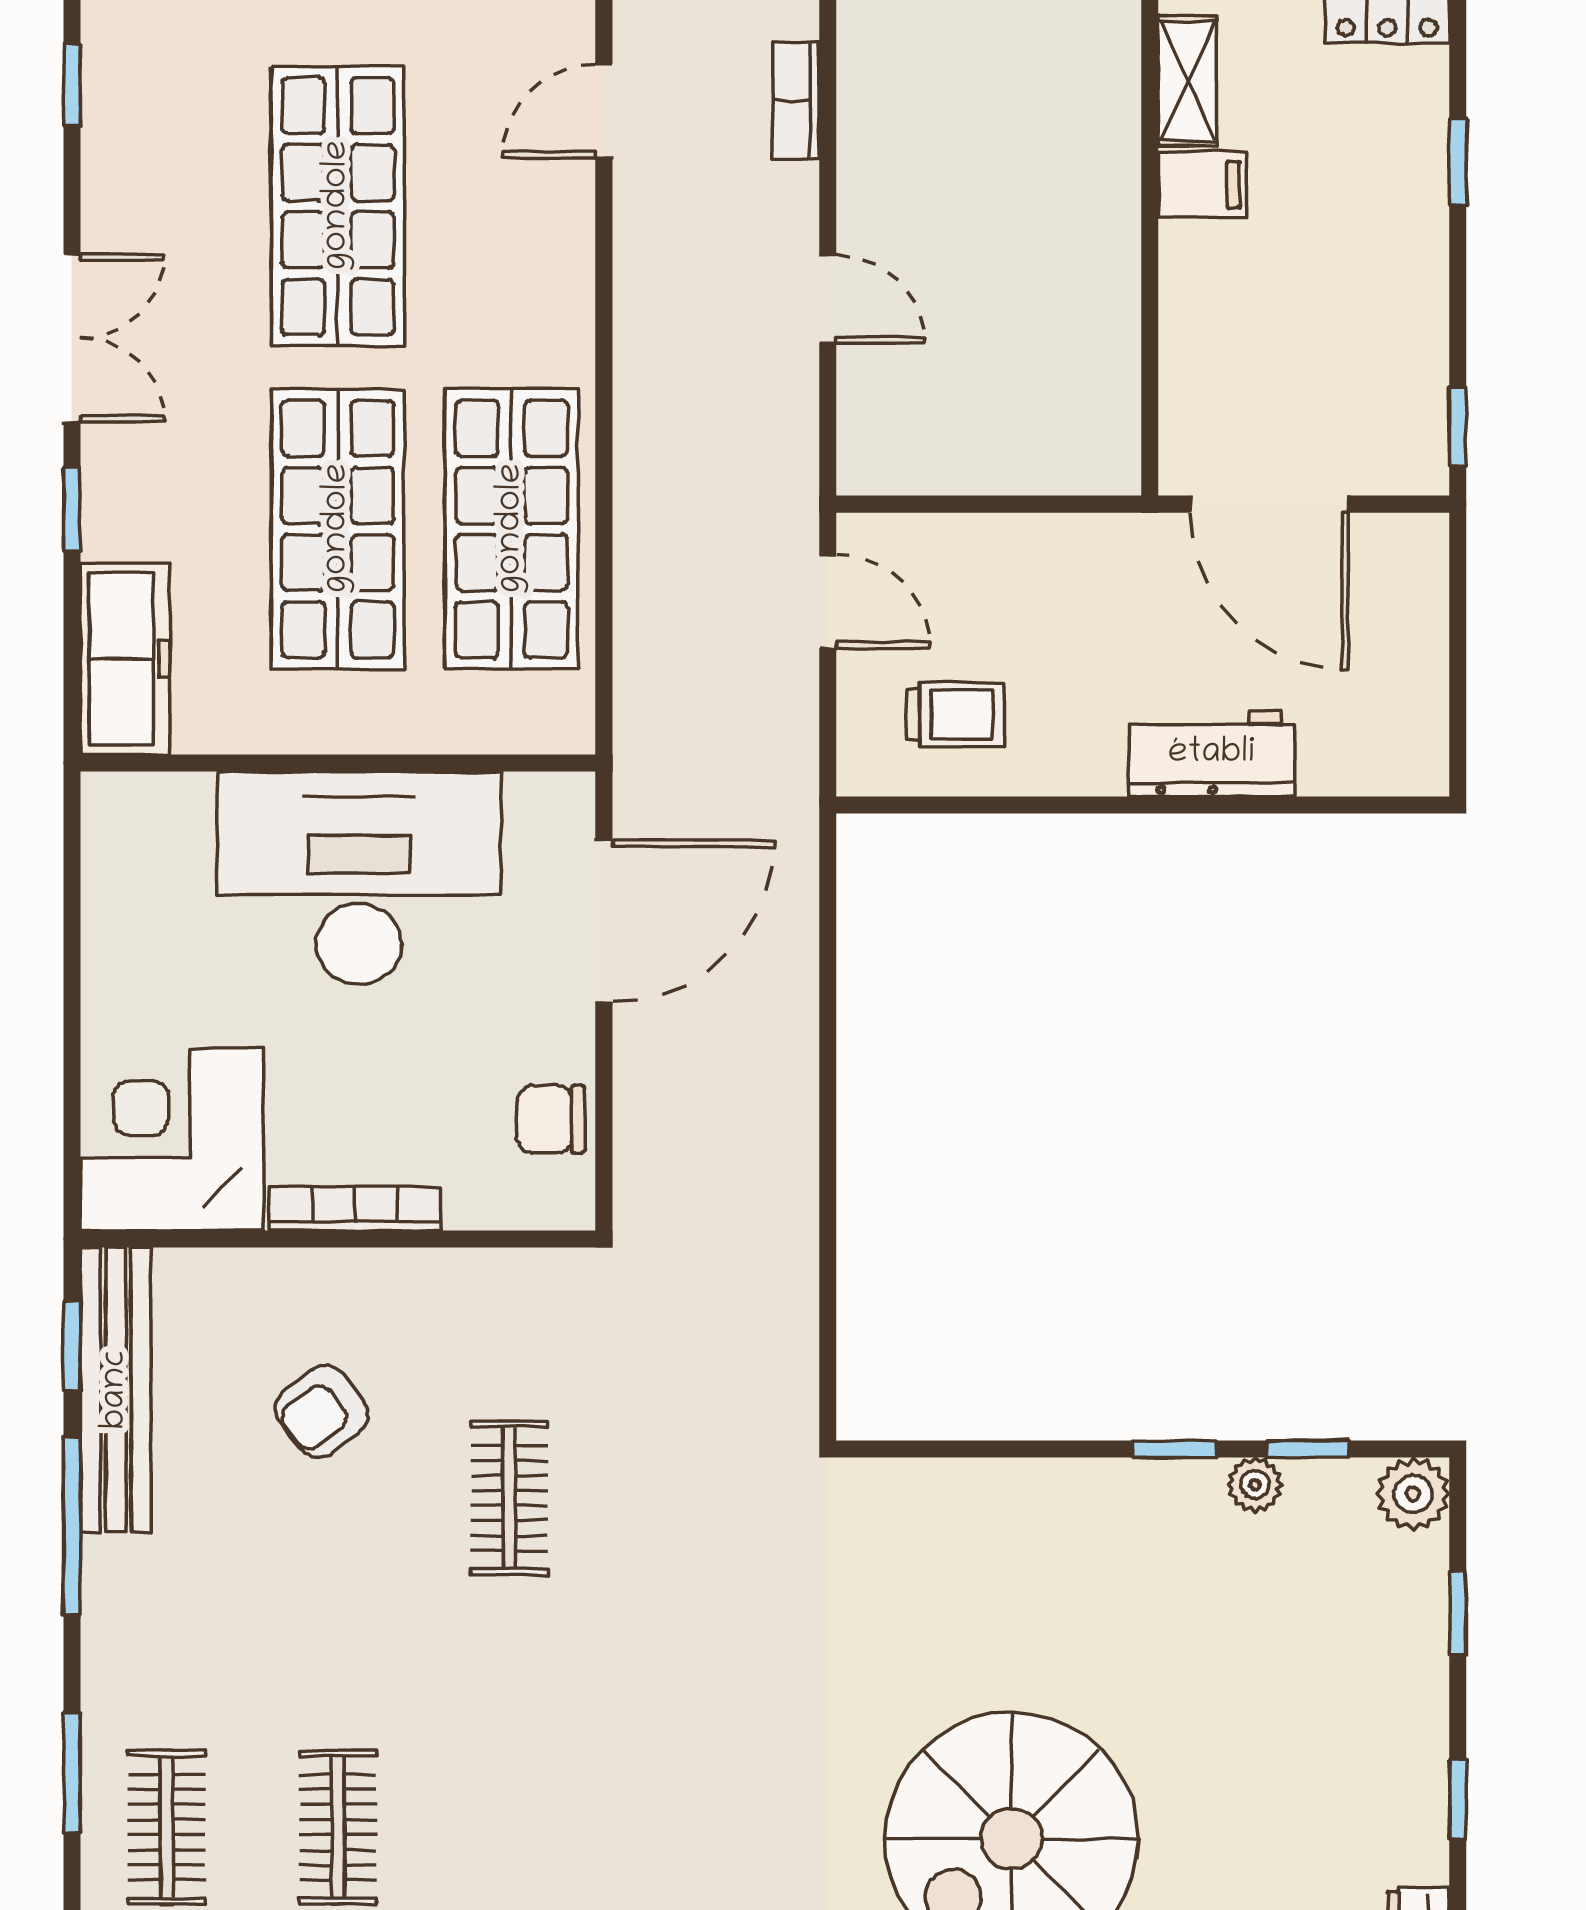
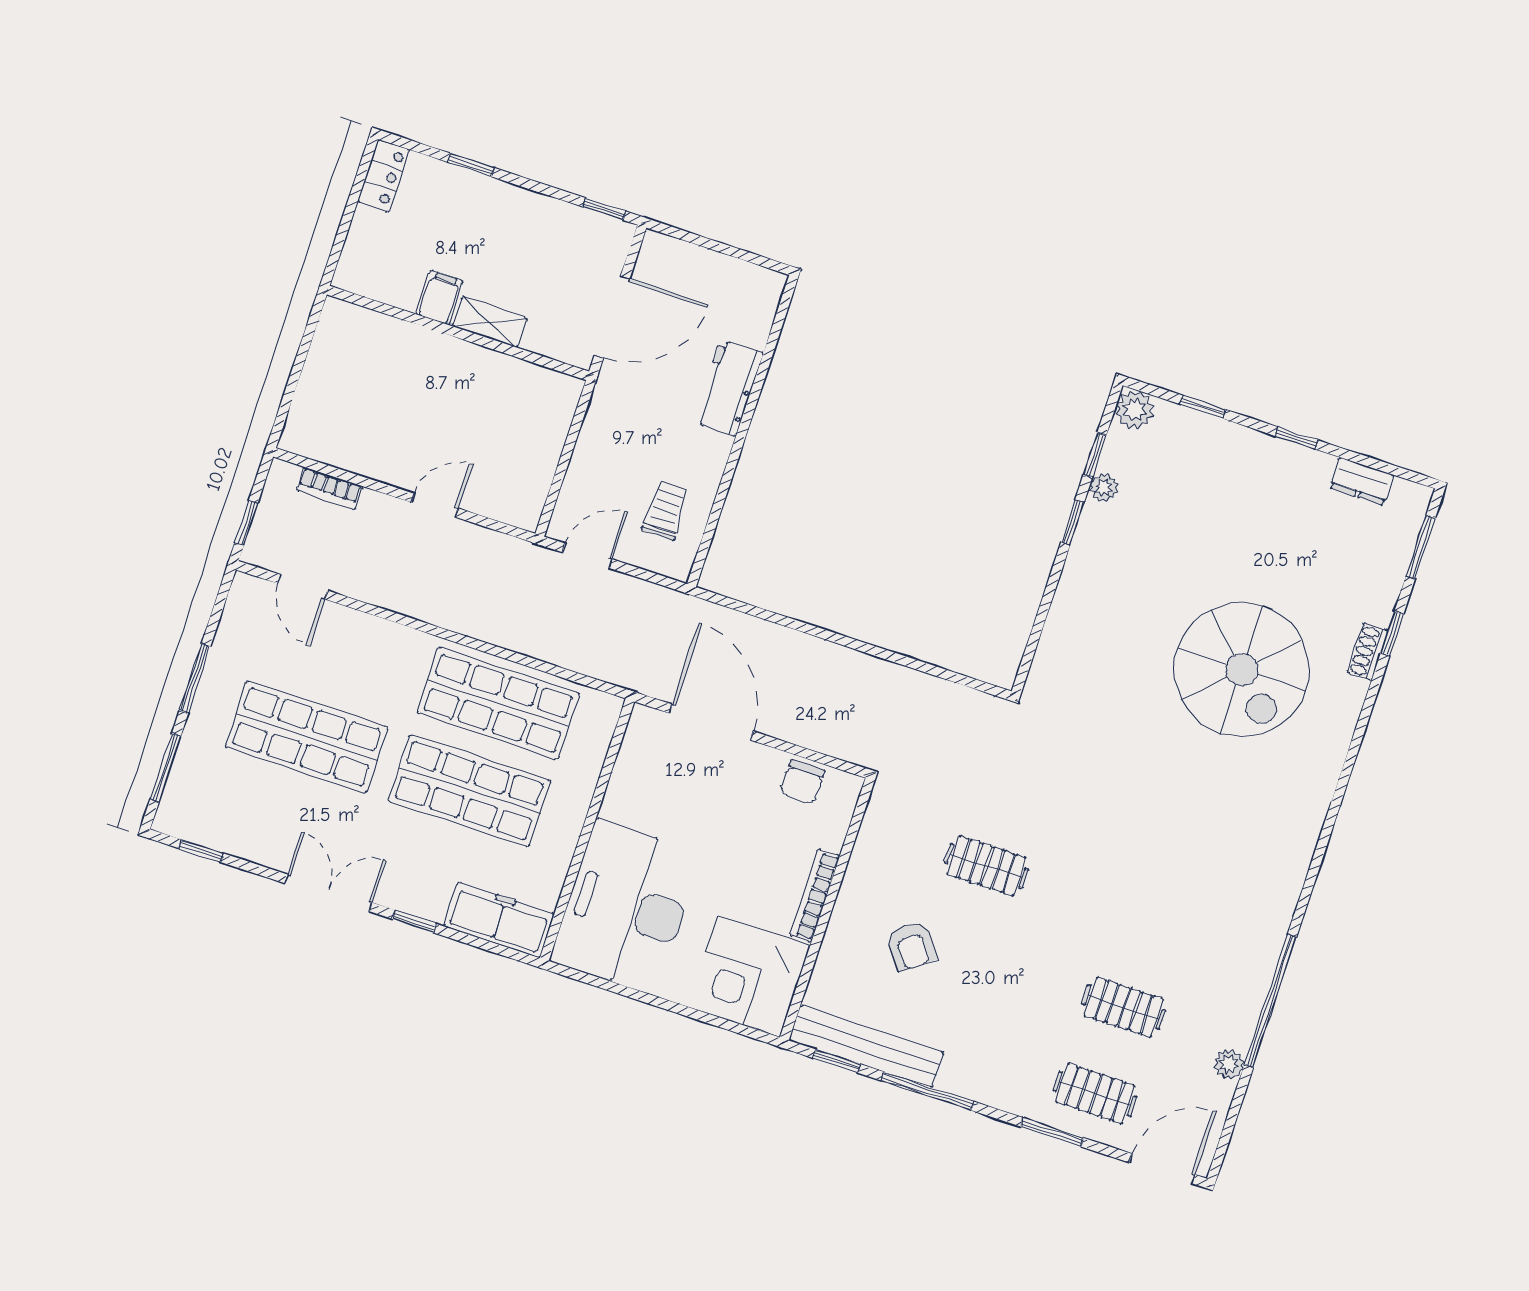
shelving: (1188, 81) -> (490, 322), moved
desk: (359, 878) -> (626, 907), moved

